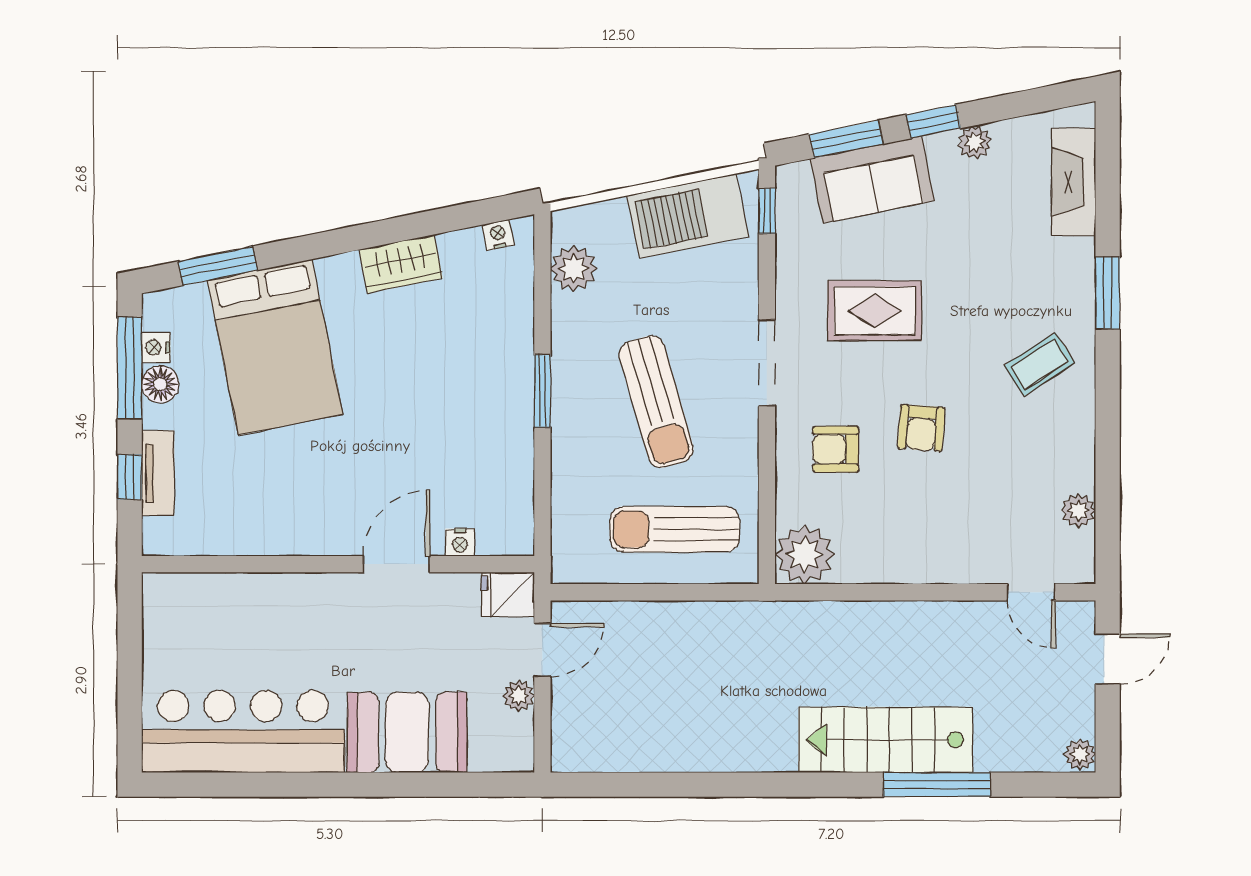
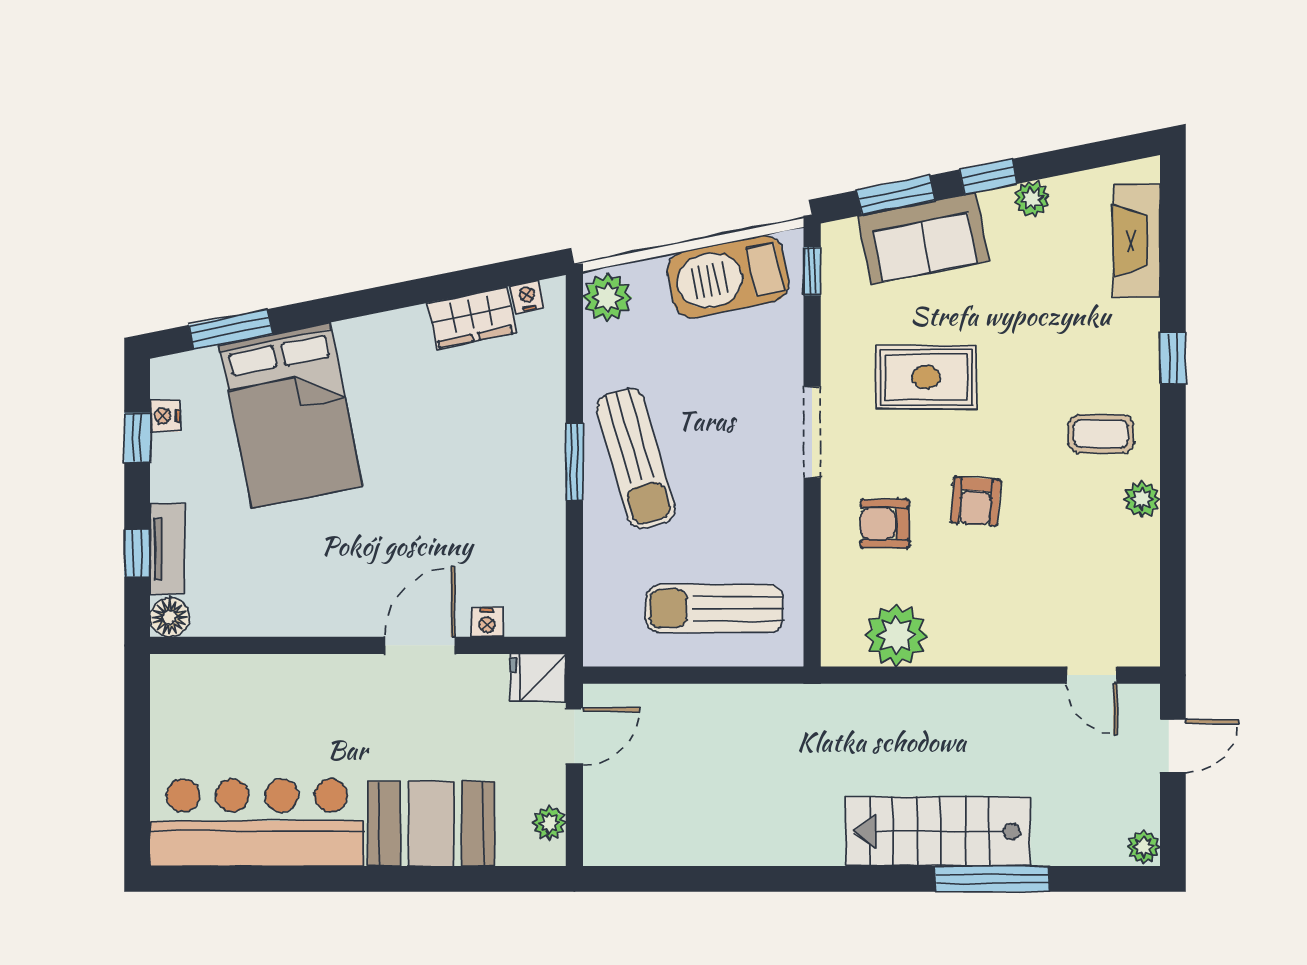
wardrobe: (401, 264) -> (472, 318), moved
plant: (574, 269) -> (607, 298), moved
window: (1108, 293) -> (1173, 358), width x0.67
coffee table: (1040, 364) -> (1101, 434), turned 33
window: (130, 368) -> (137, 438), width x0.46
floor lamp: (160, 384) -> (170, 617), moved
sun lounger: (656, 402) -> (636, 458), moved
plant: (1079, 511) -> (1142, 499), moved
plant: (805, 555) -> (896, 635), moved
plant: (519, 696) -> (549, 823), moved

